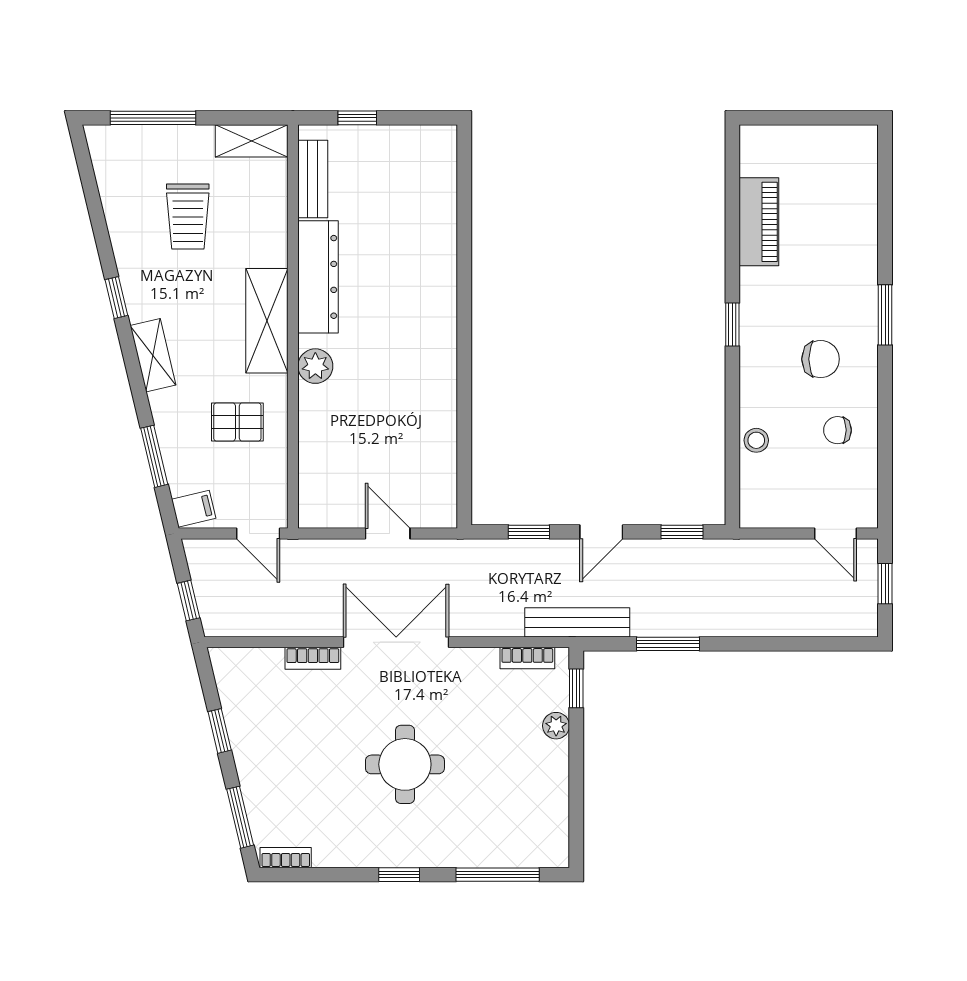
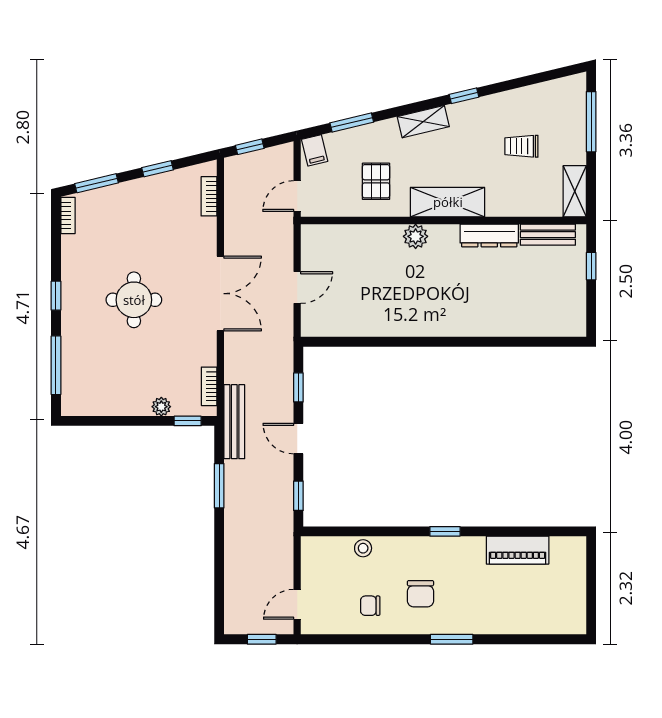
trolley: (188, 216) -> (521, 146), width x0.73, depth x0.72
dresser: (318, 277) -> (489, 236), width x0.73, depth x0.80
chair: (837, 430) -> (370, 606), turned -90
bookcase: (313, 658) -> (209, 196), moved

